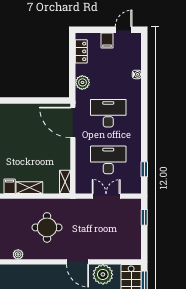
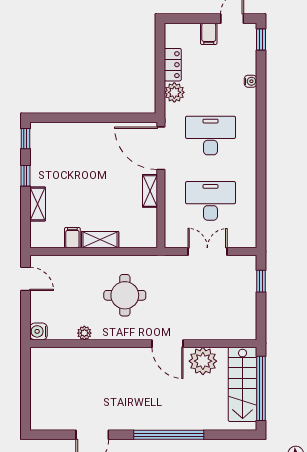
locker: (81, 51) -> (173, 65), moved
window: (144, 169) -> (261, 40), moved
shelving: (65, 182) -> (150, 191), moved

